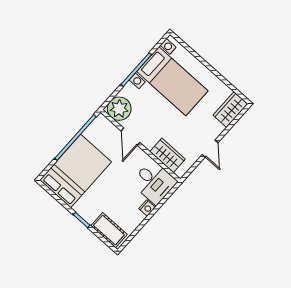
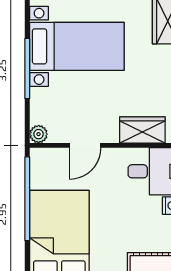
plant: (119, 109) -> (39, 134), width x0.53, depth x0.53
door: (130, 137) -> (85, 145), hinge flipped

